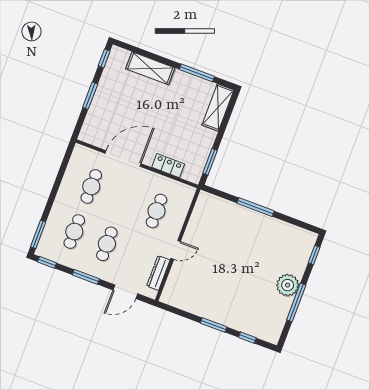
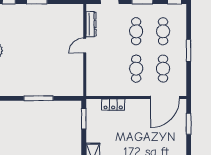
window: (90, 96) -> (189, 124), moved
door: (123, 159) -> (165, 97), moved
cafe table: (156, 211) -> (136, 69), moved
window: (38, 234) -> (189, 51), moved

